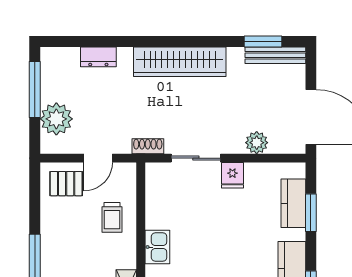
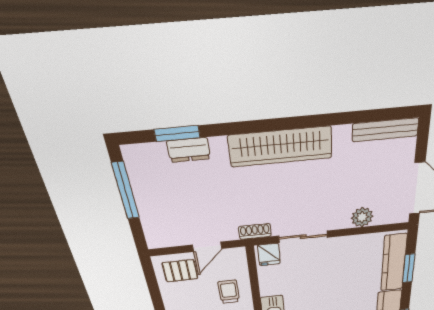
window: (263, 41) -> (177, 133), moved
plant: (56, 119) -> (157, 217), removed
fridge: (232, 175) -> (269, 255), moved
kitchen counter: (293, 203) -> (394, 263), width x1.50
trolley: (112, 217) -> (229, 292), turned 180

